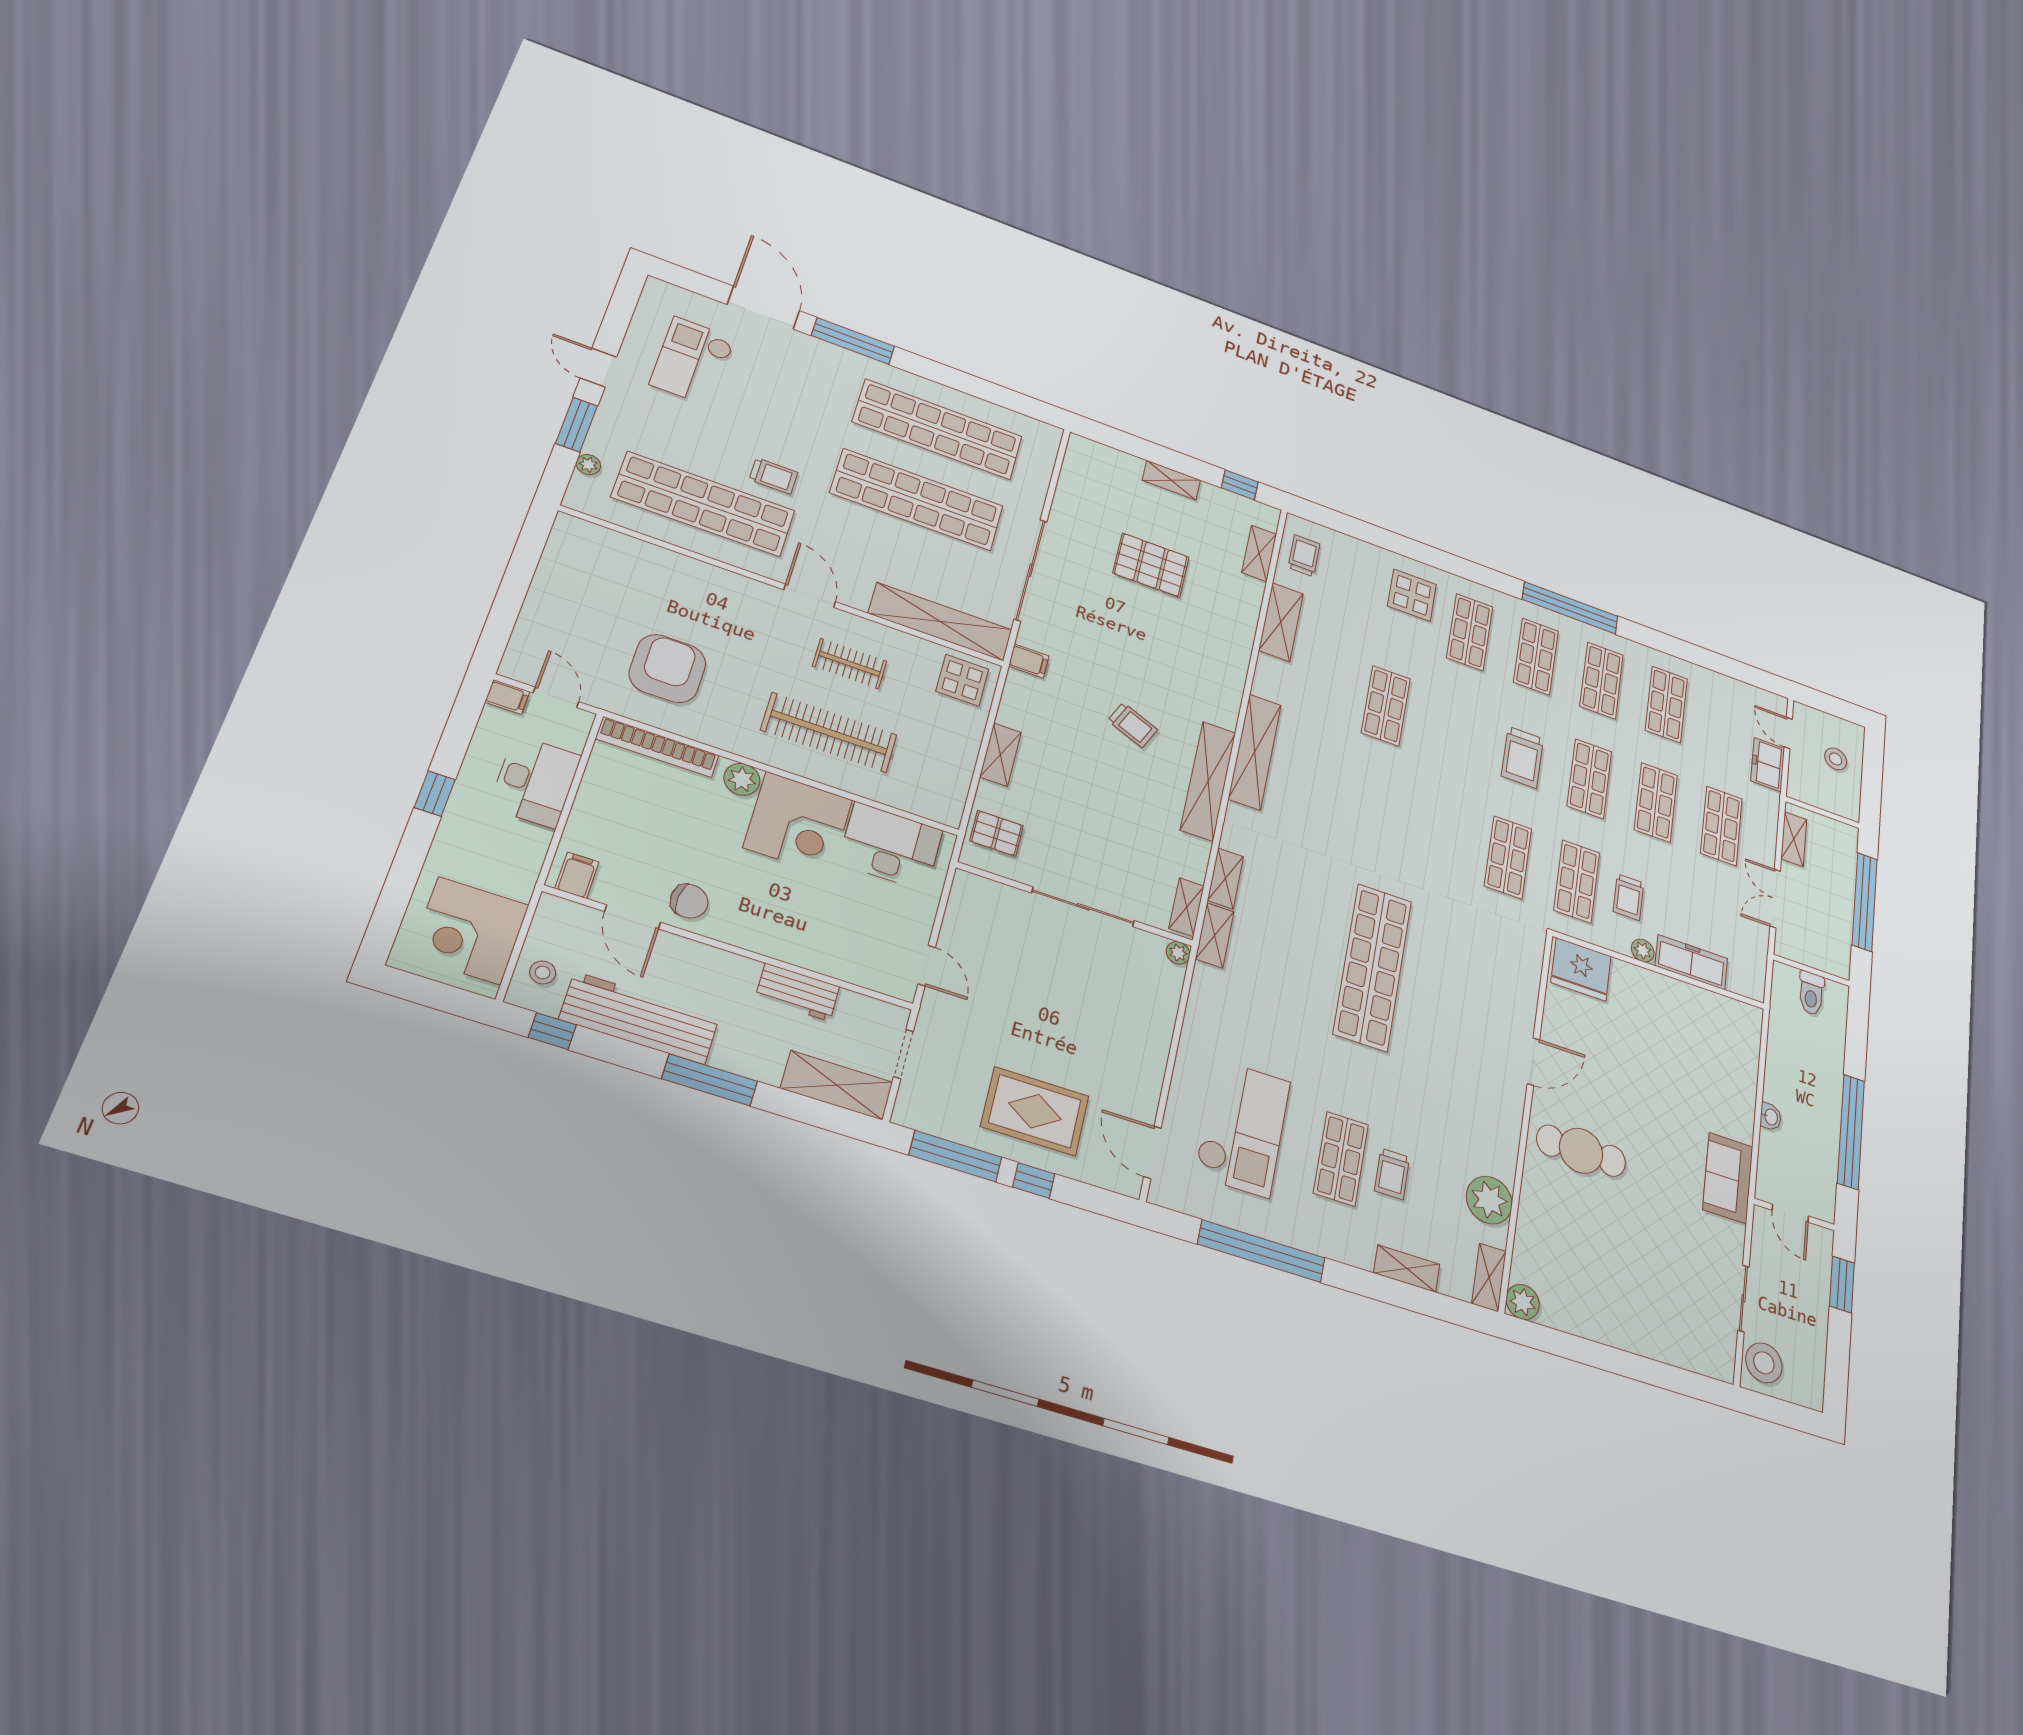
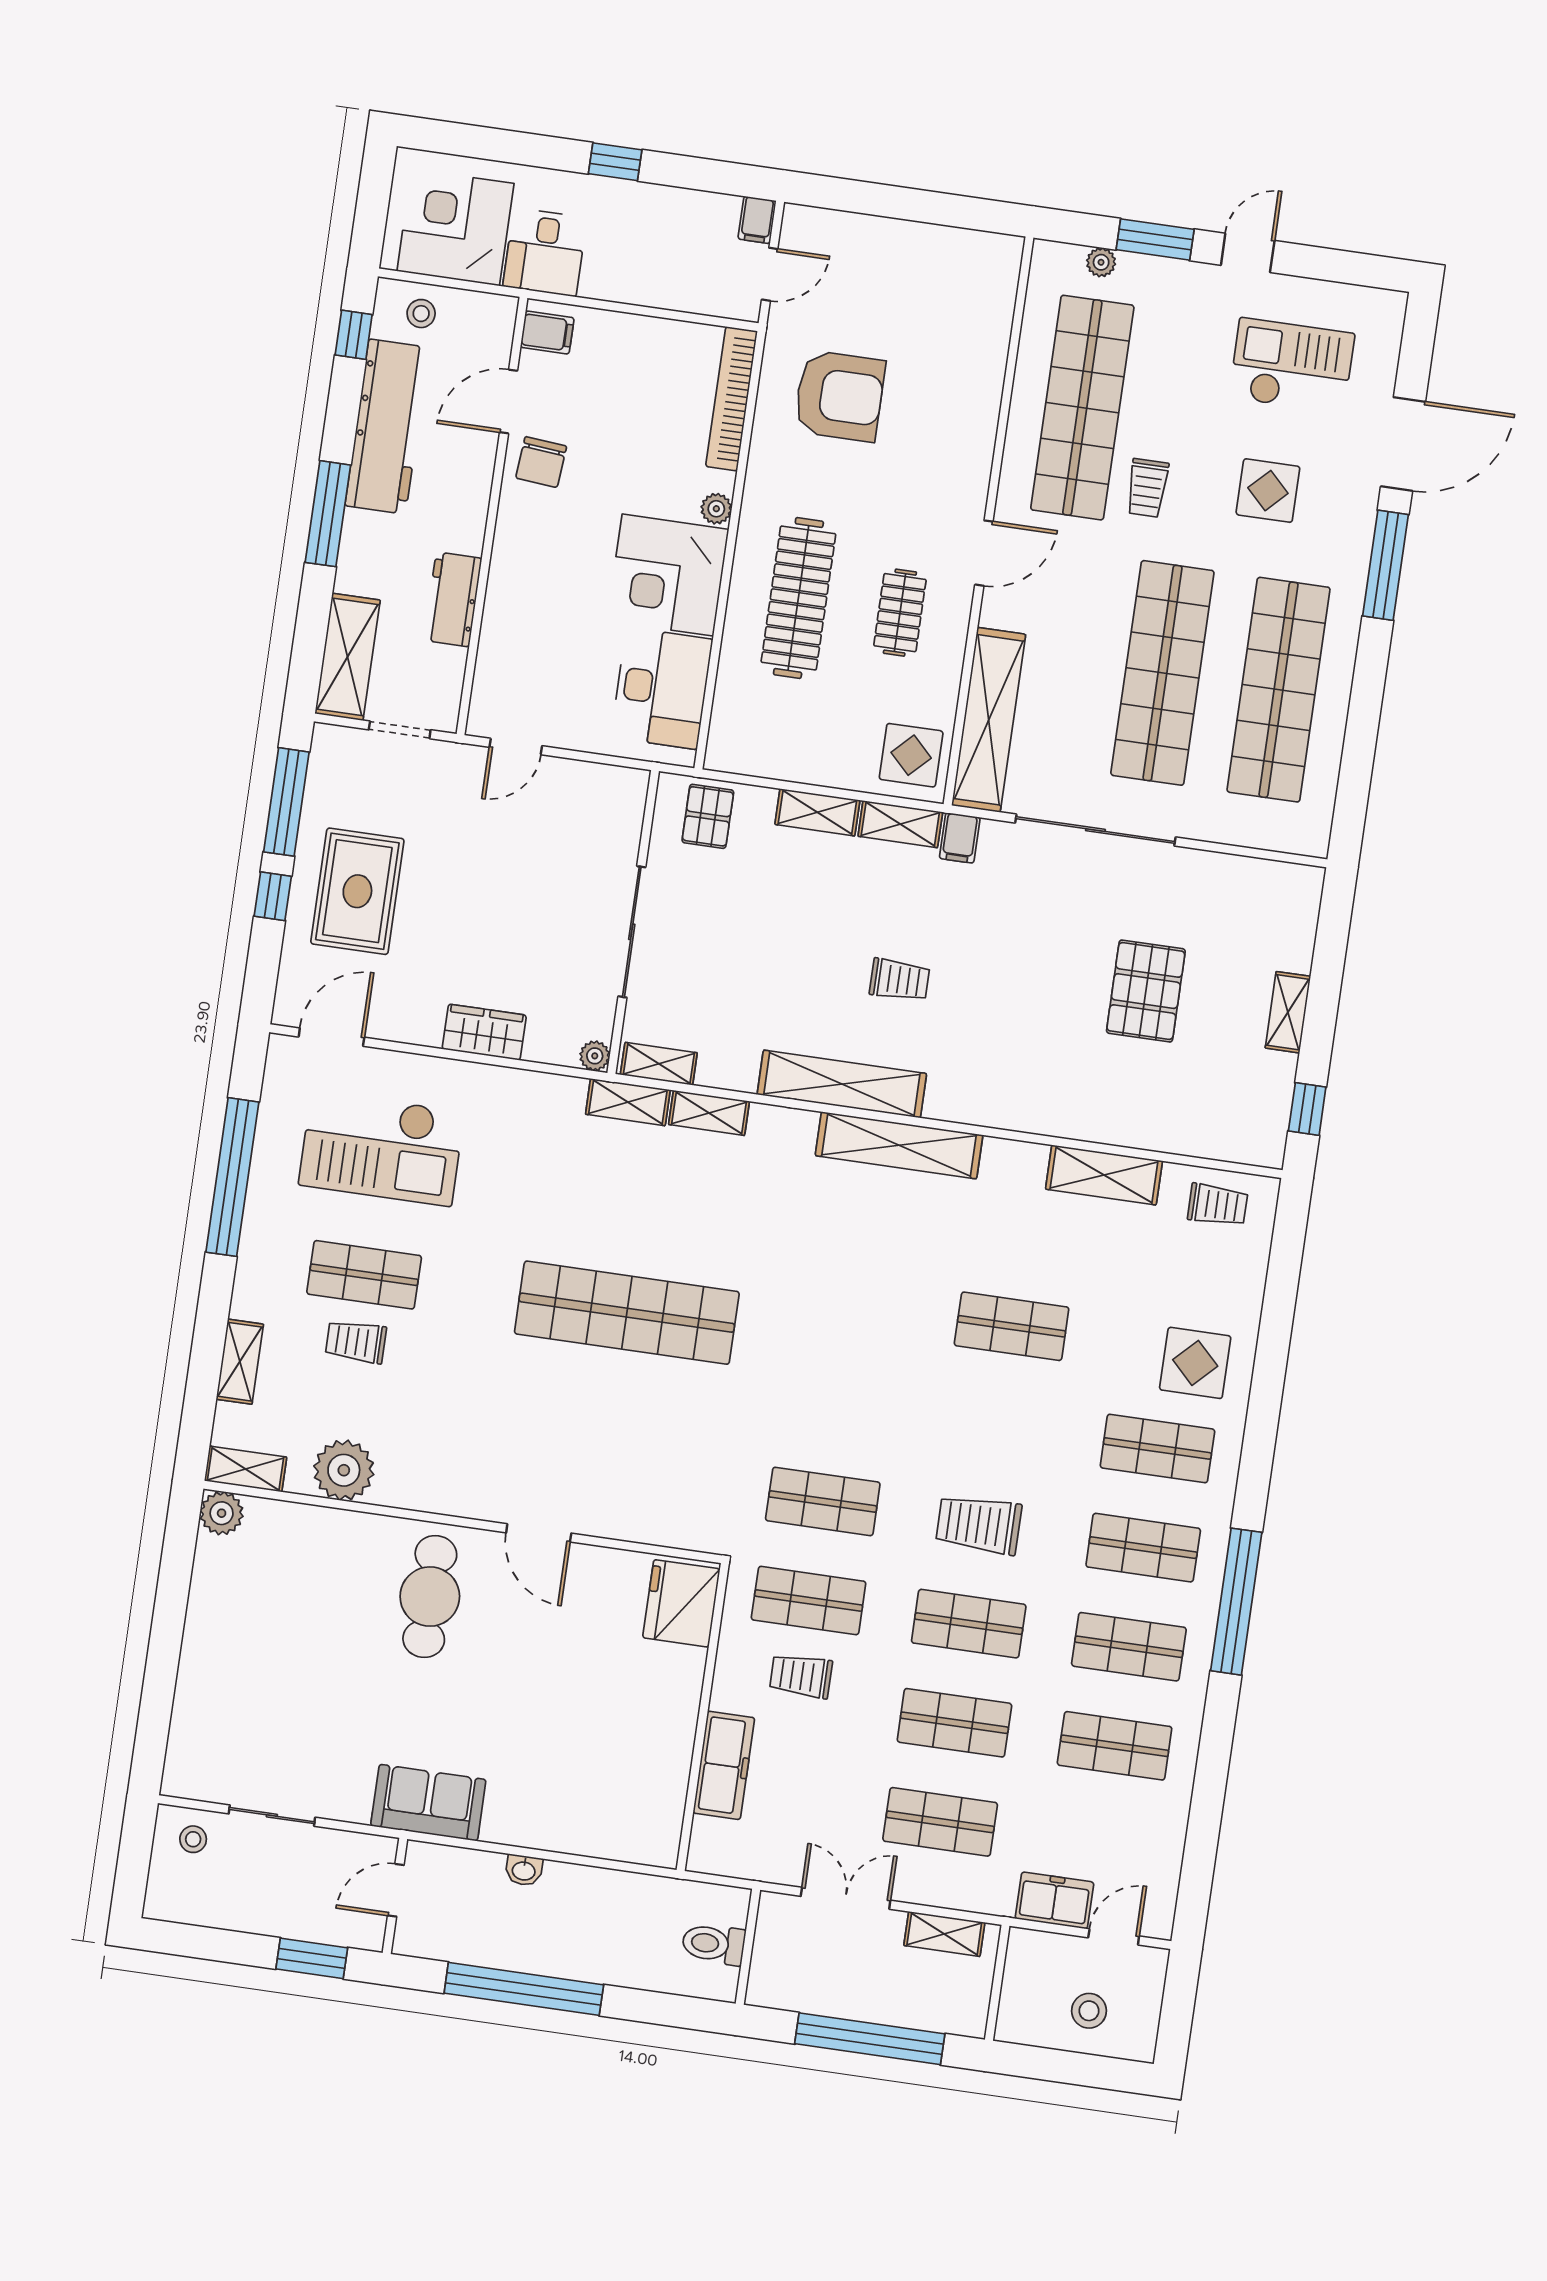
display table: (787, 400) -> (1268, 491), added
shelving: (1259, 553) -> (900, 824), moved
trolley: (1133, 725) -> (899, 980), turned -113
plant: (742, 779) -> (716, 509), width x0.73, depth x0.73
desk: (535, 781) -> (545, 252), moved, width x0.73
plant: (1643, 951) -> (726, 1694), removed
wardrobe: (1155, 1032) -> (484, 1032), added
stool: (1764, 1363) -> (193, 1839), width x0.53, depth x0.53

